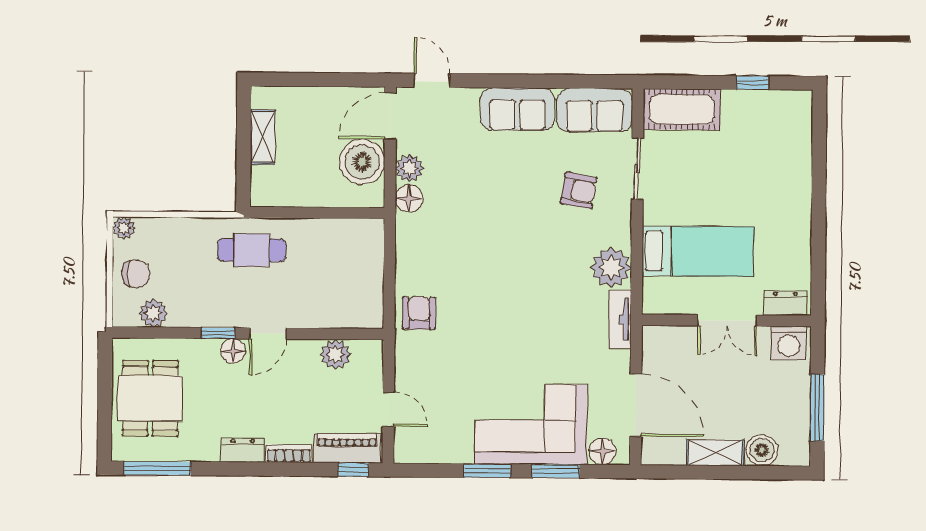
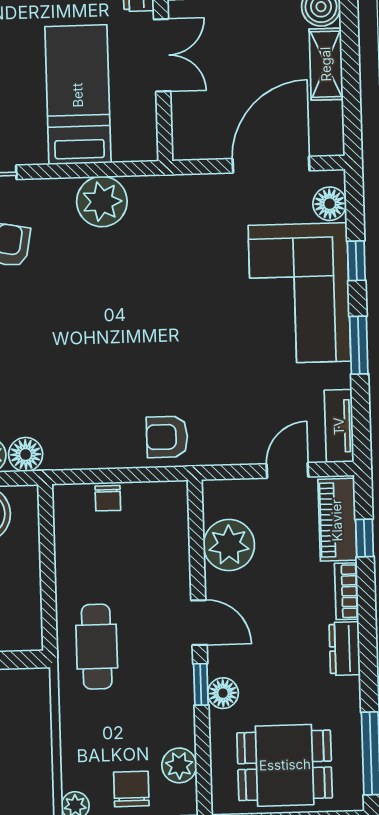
chair: (371, 263) -> (108, 498), added
tv unit: (620, 319) -> (339, 426), moved, turned 90
floor lamp: (233, 351) -> (223, 693), moved
plant: (335, 354) -> (229, 545), width x1.36, depth x1.36
window: (353, 470) -> (365, 538), moved
window: (556, 471) -> (356, 261), width x0.67

